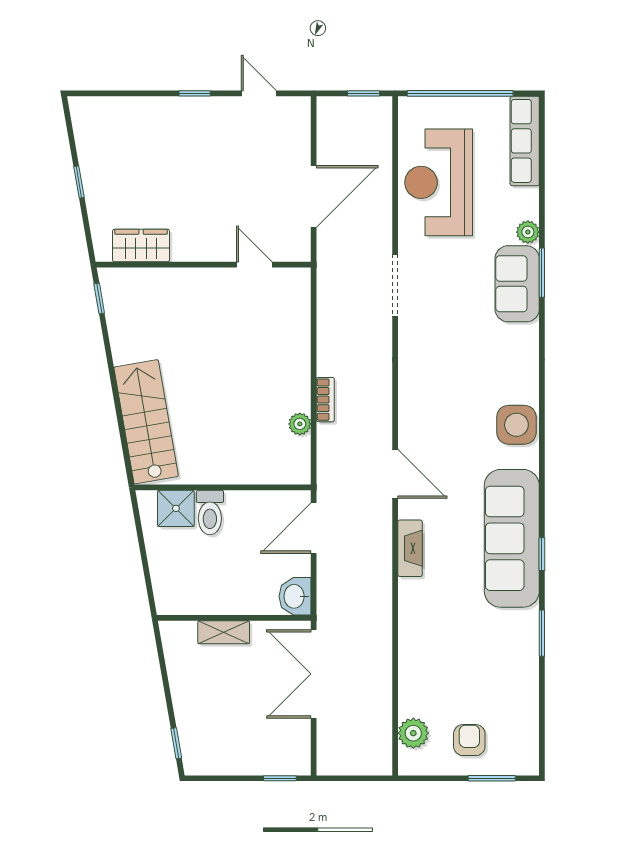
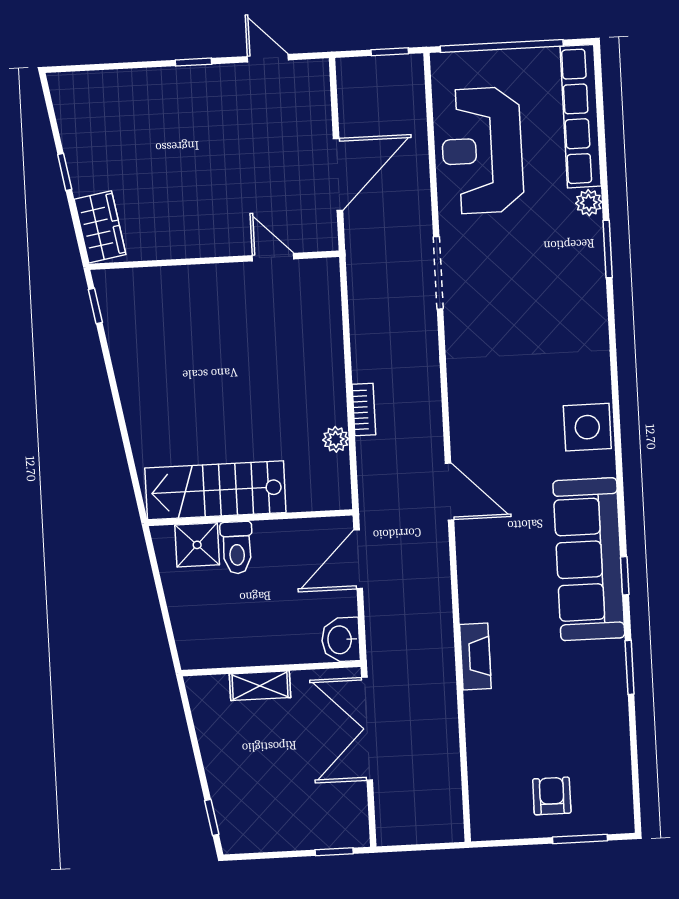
row of seats: (525, 141) -> (581, 116), width x1.36
wardrobe: (141, 245) -> (100, 227), moved, turned 80
sofa: (517, 284) -> (580, 263), removed
stairs: (146, 422) -> (215, 490), moved, turned -80
fireplace: (410, 548) -> (475, 657), moved
plant: (413, 733) -> (486, 791), removed

